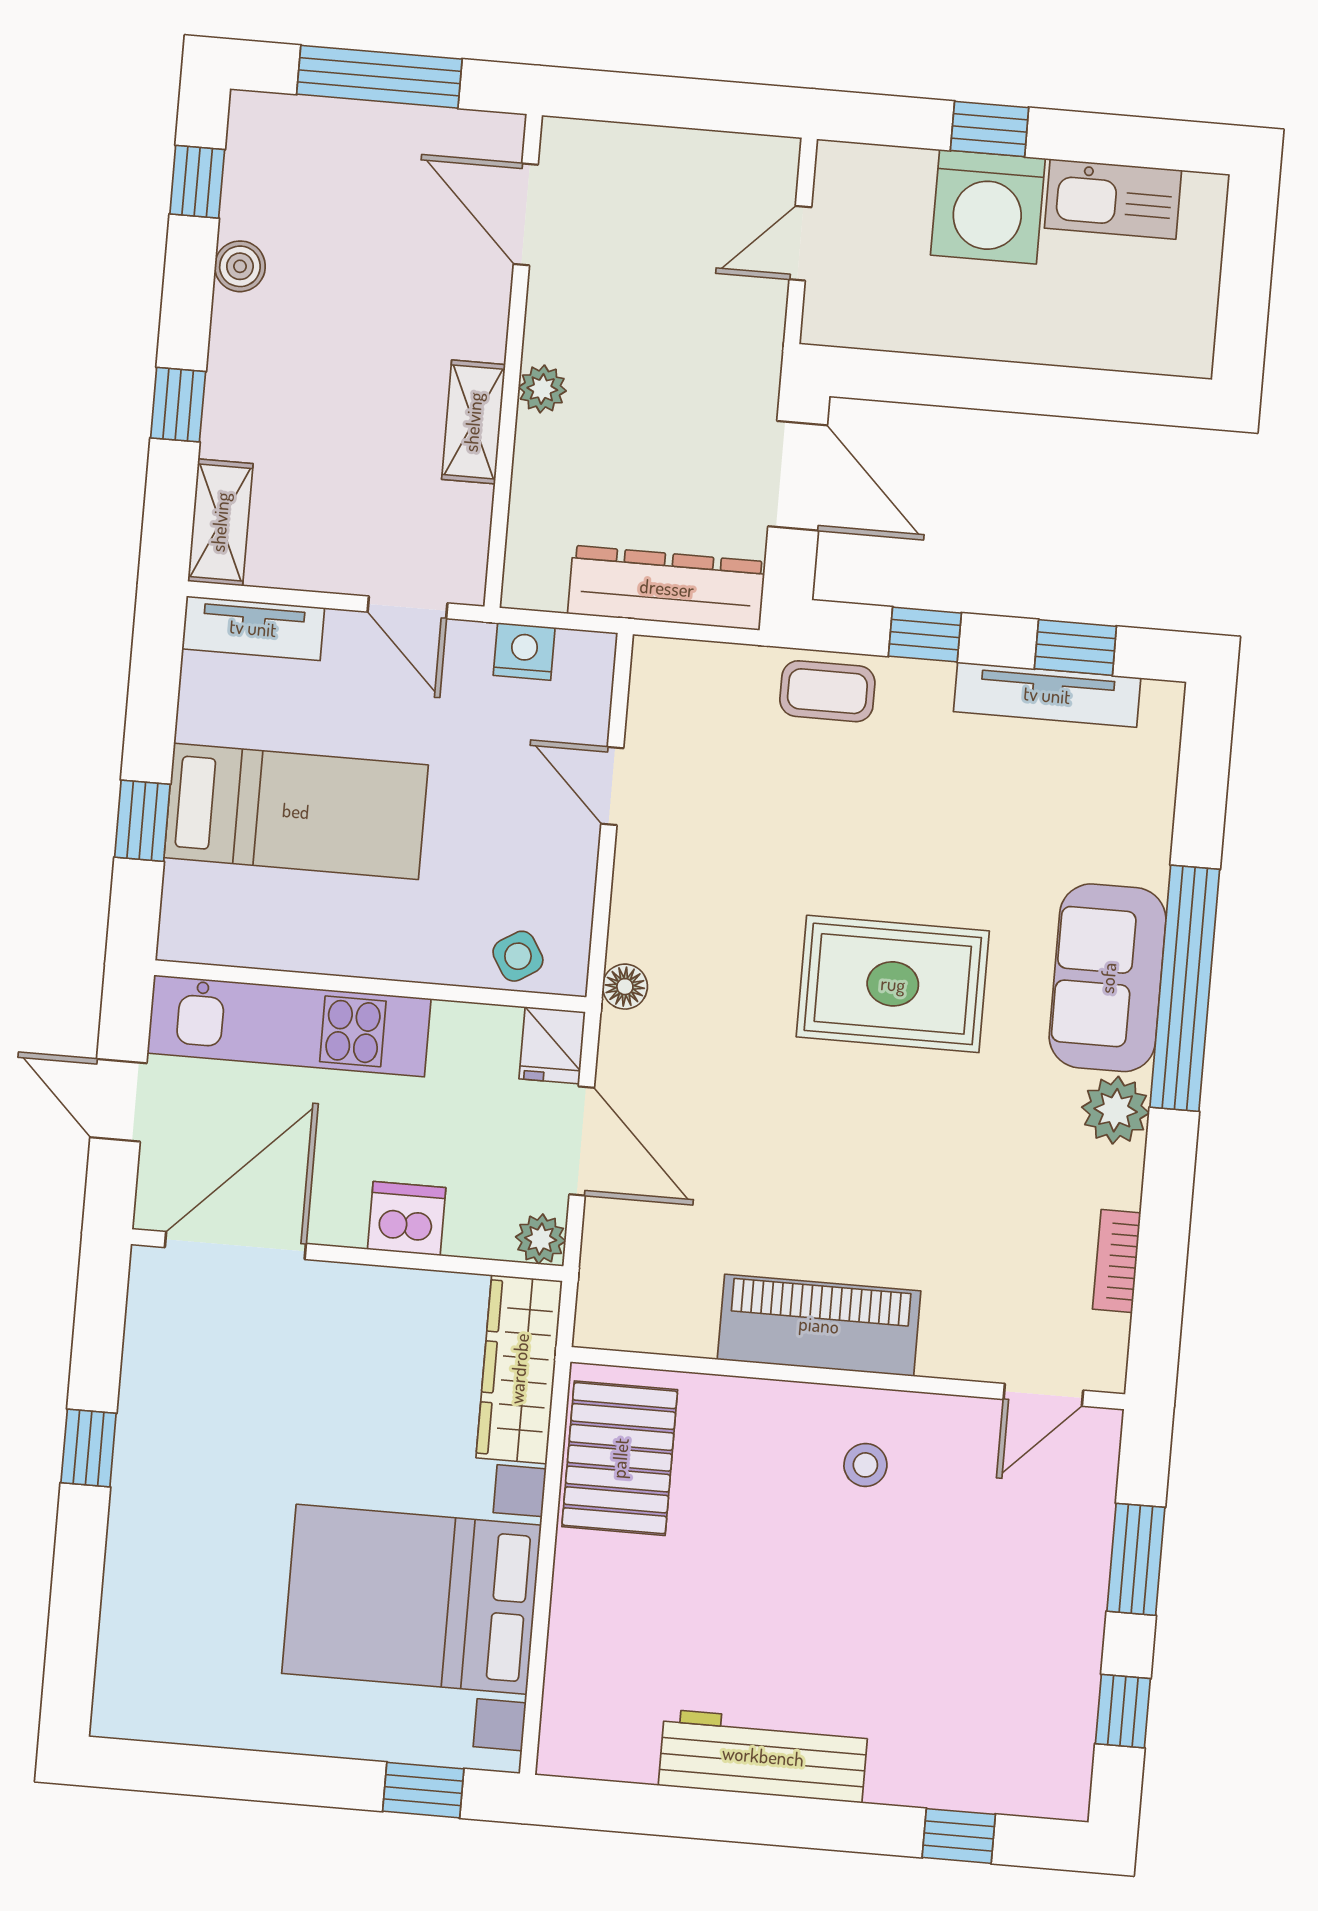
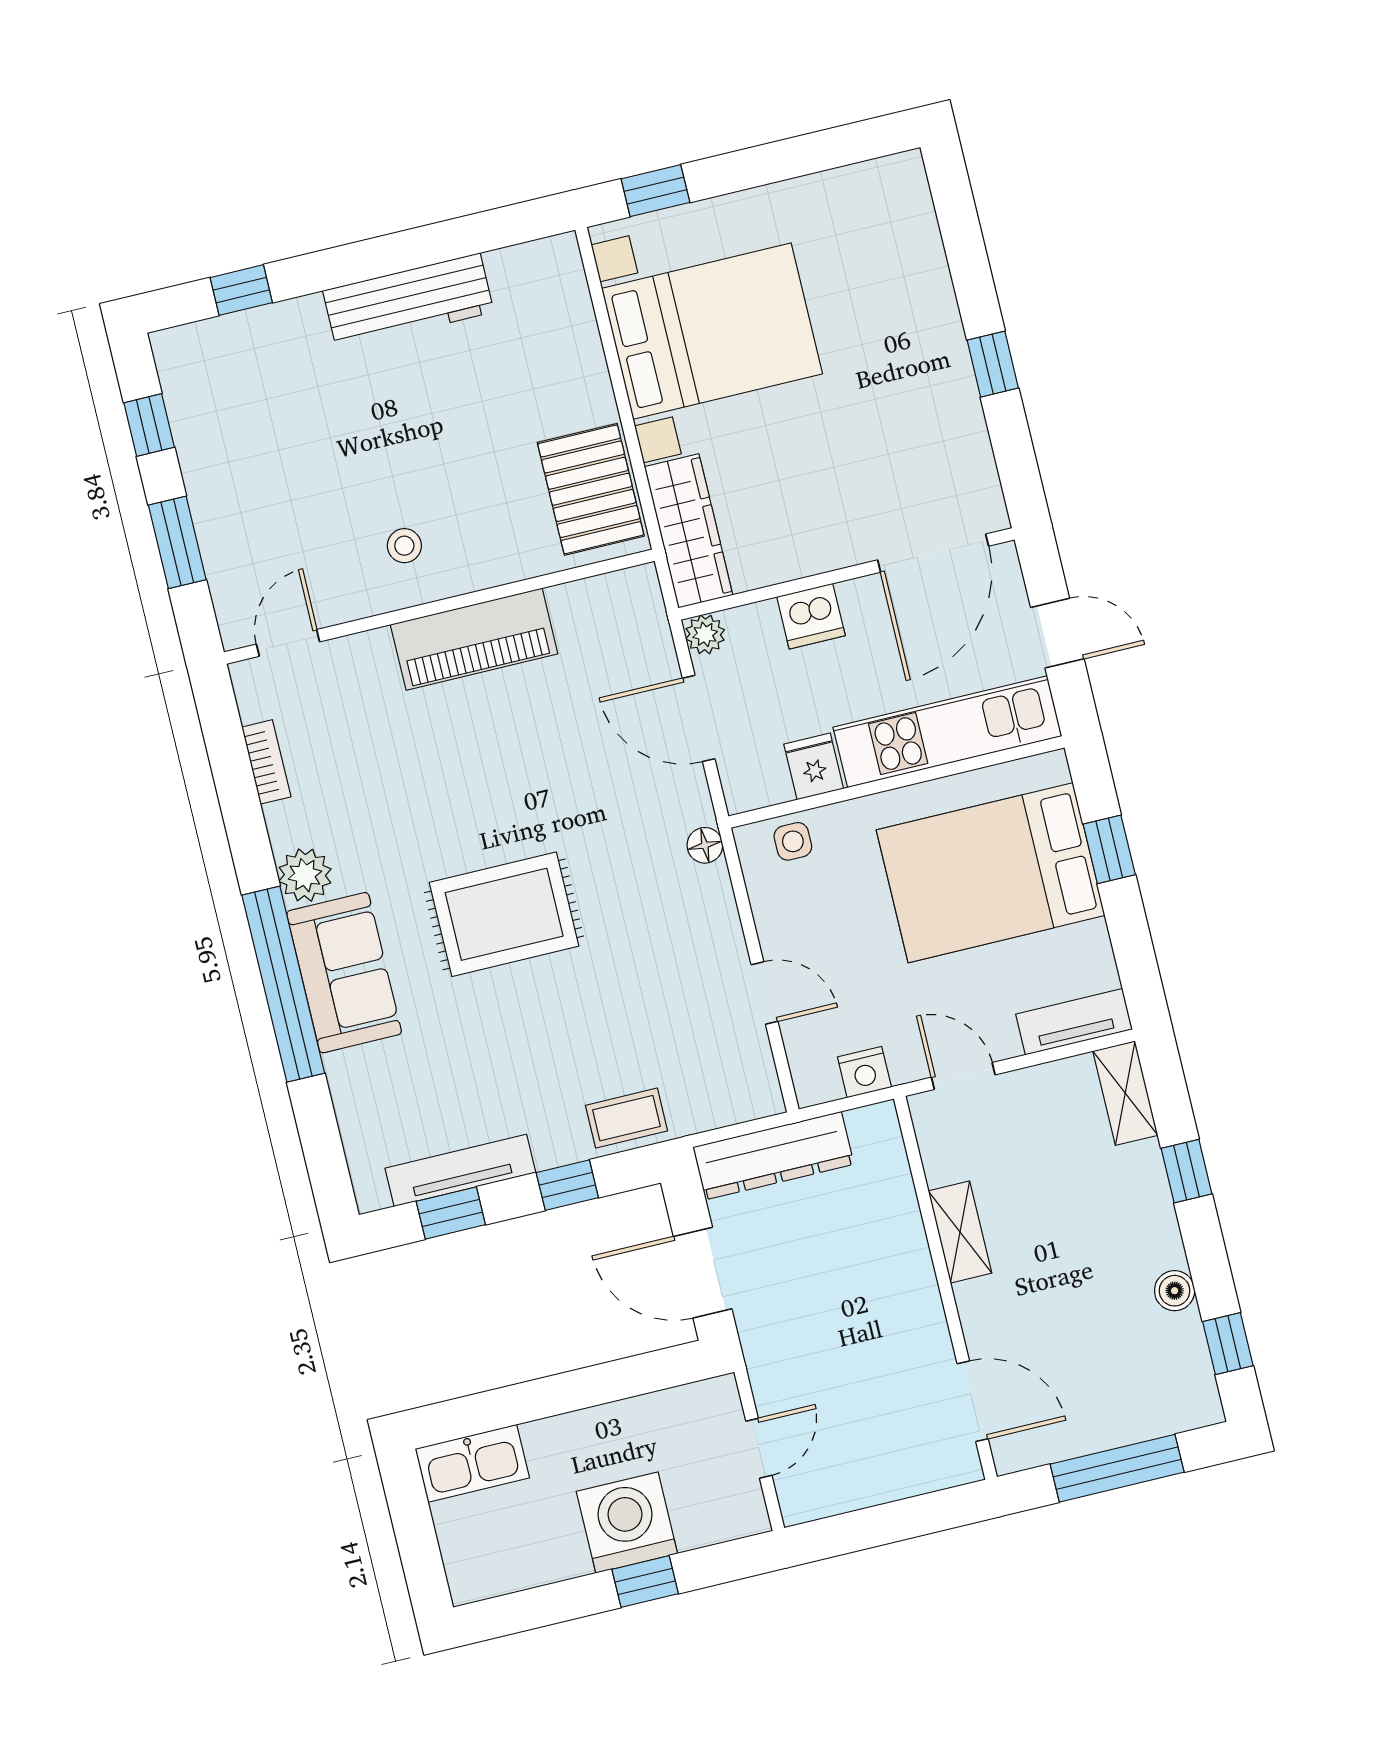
kitchen sink: (1113, 199) -> (472, 1463), moved, turned 180
plant: (542, 389) -> (917, 1274), removed
bed: (296, 811) -> (991, 873), width x1.50
side table: (518, 956) -> (793, 841), turned 32
fridge: (552, 1045) -> (814, 766), moved

